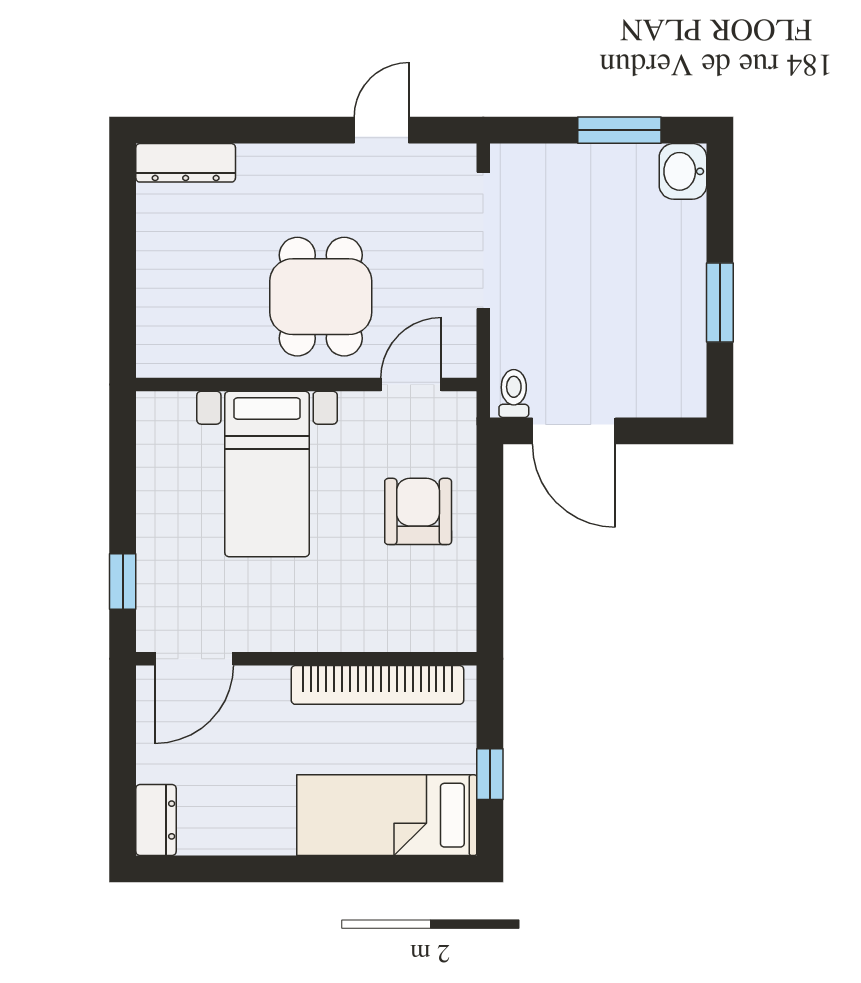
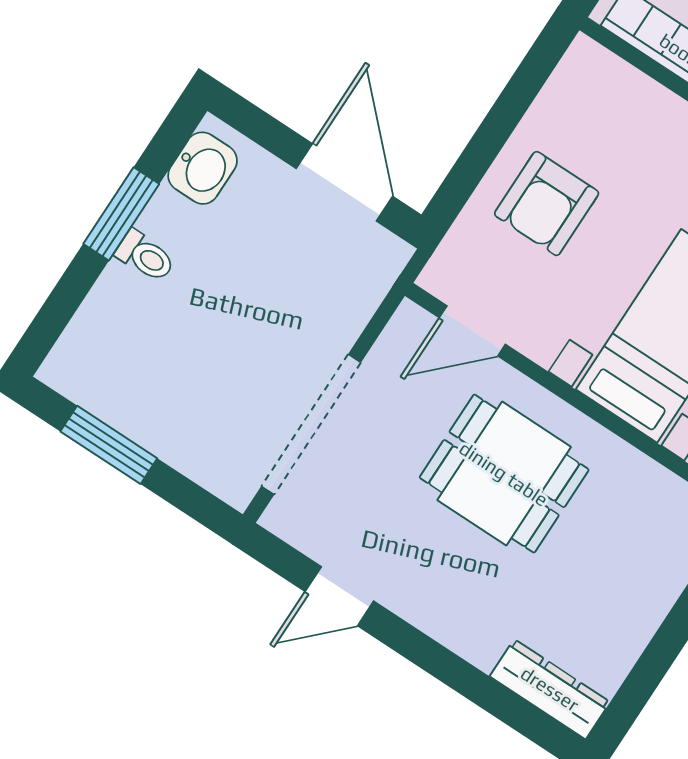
washbasin: (683, 171) -> (203, 168), moved
dining table: (321, 297) -> (504, 474), turned 90
toilet: (514, 394) -> (145, 256), moved, turned -90

